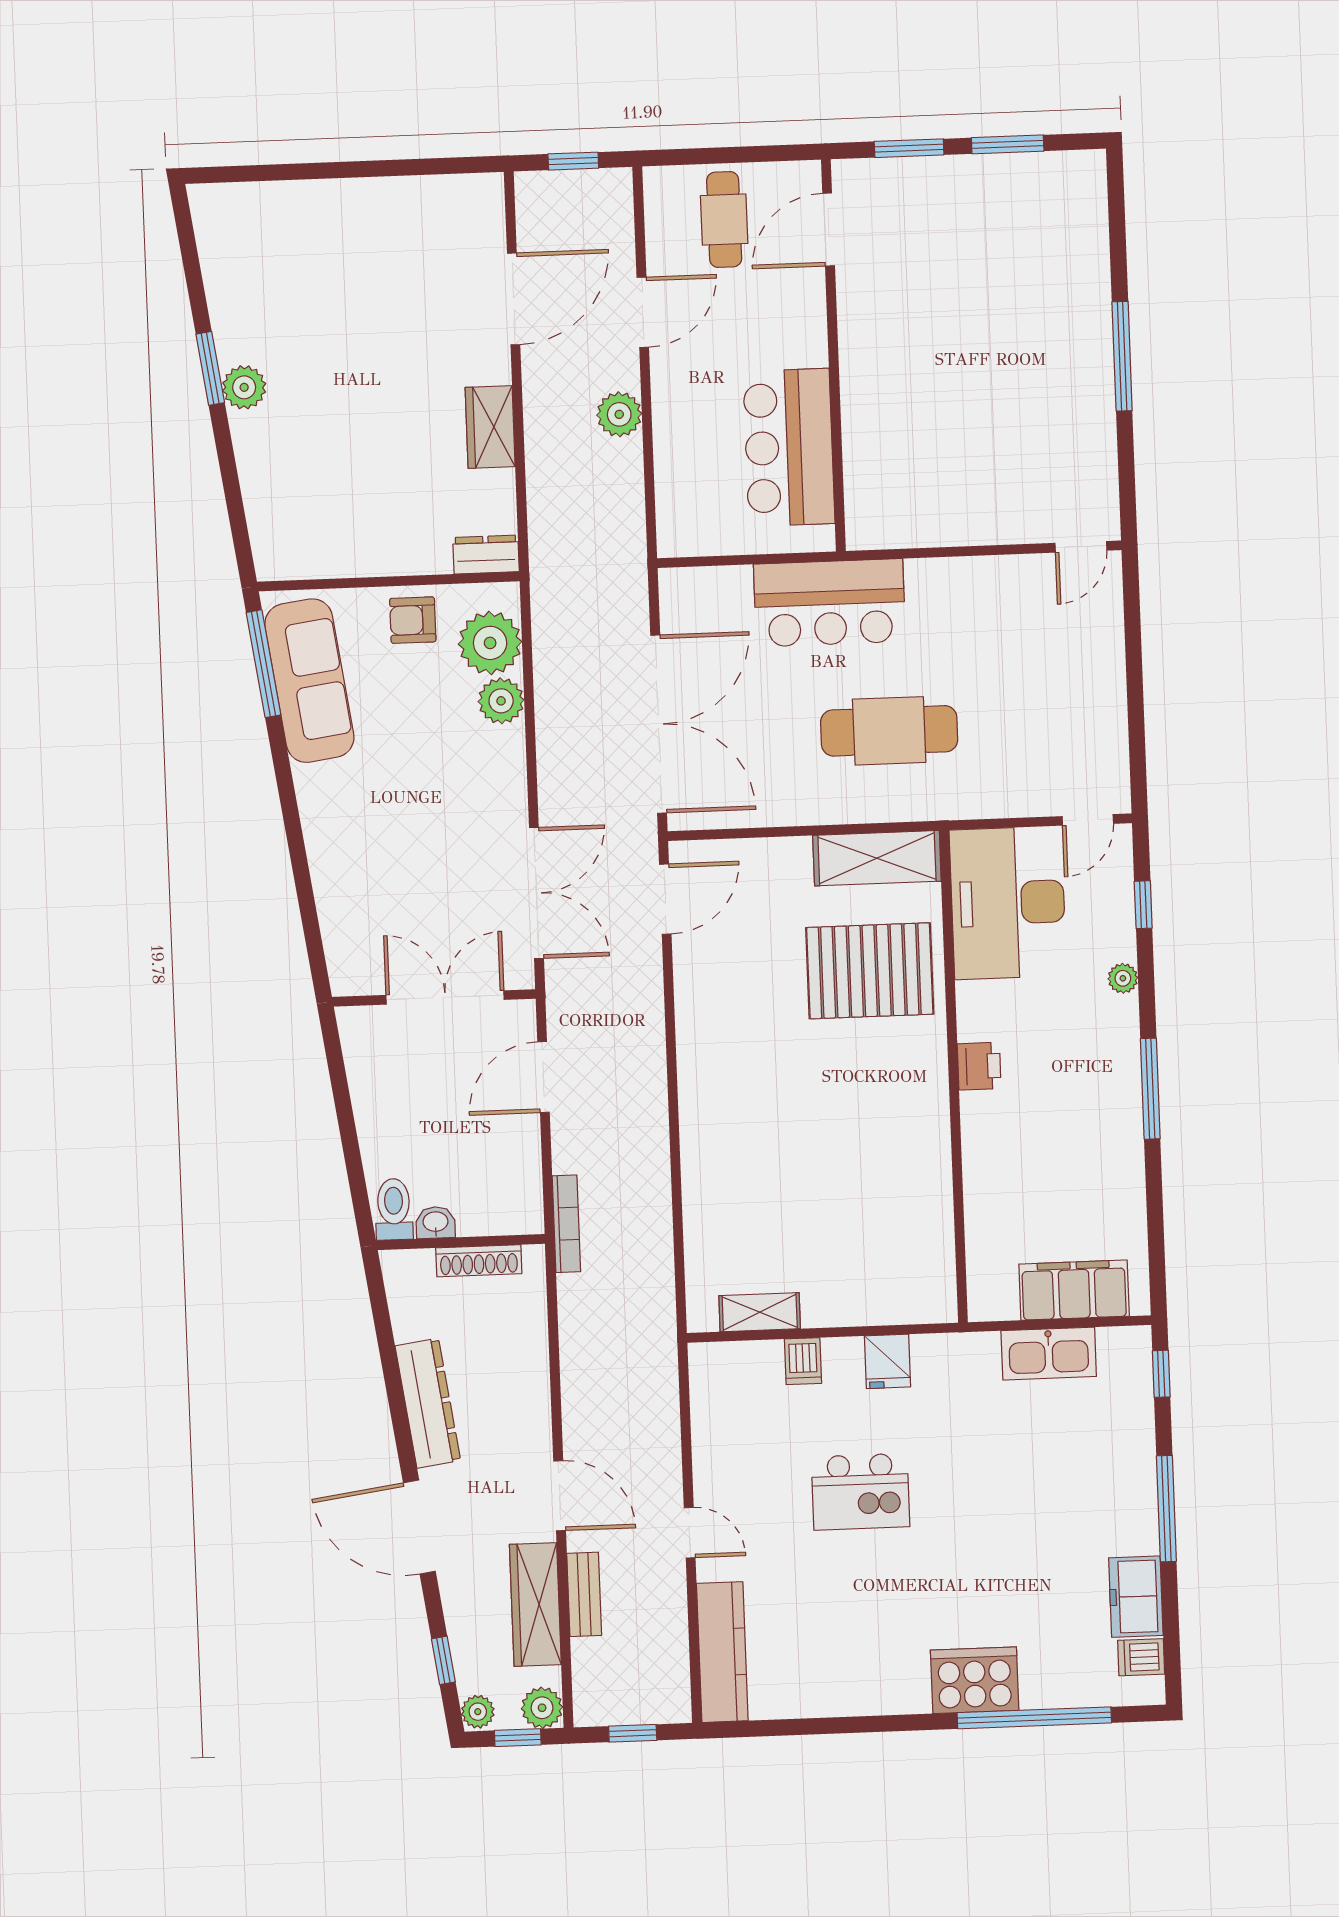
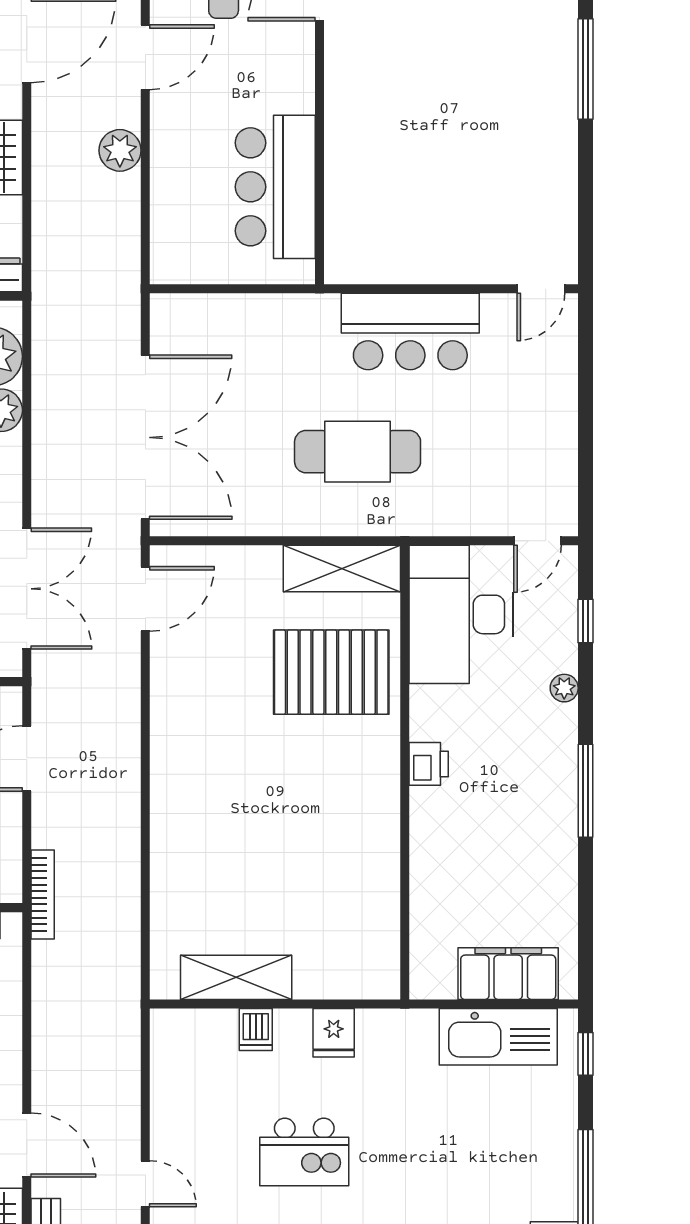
window: (1122, 356) -> (586, 69), moved
bar counter: (830, 603) -> (410, 332), moved
shelving: (760, 1312) -> (236, 977), width x1.50, depth x1.33
kitchen sink: (1049, 1354) -> (498, 1037), width x1.36, depth x1.24

